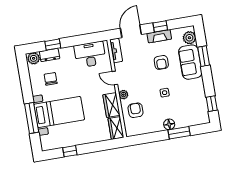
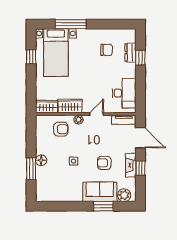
plant: (34, 58) -> (130, 36), removed
window: (212, 104) -> (55, 206), removed
bed with nightstands: (59, 112) -> (56, 53), moved

